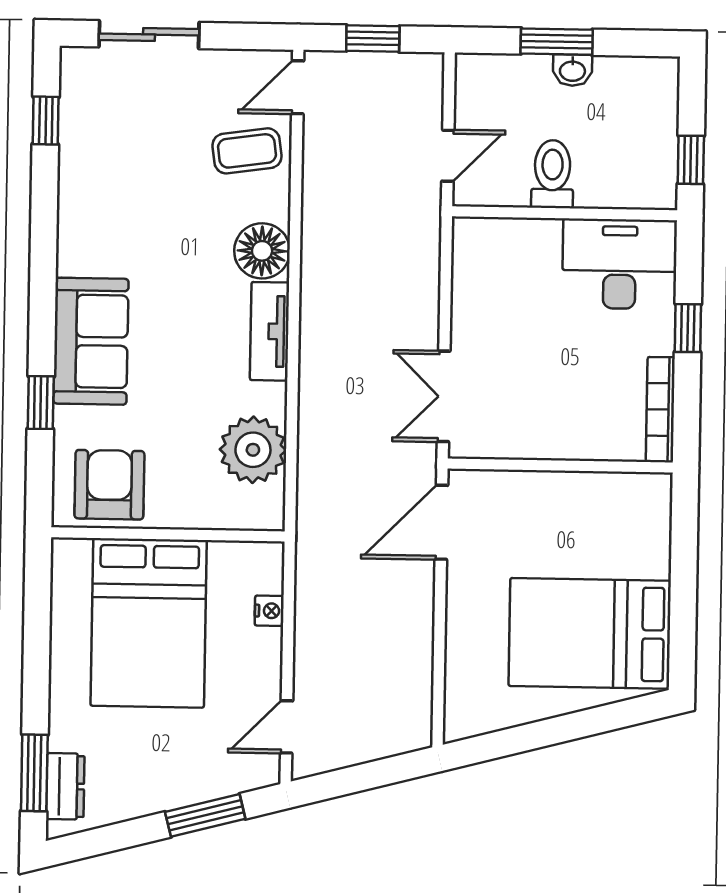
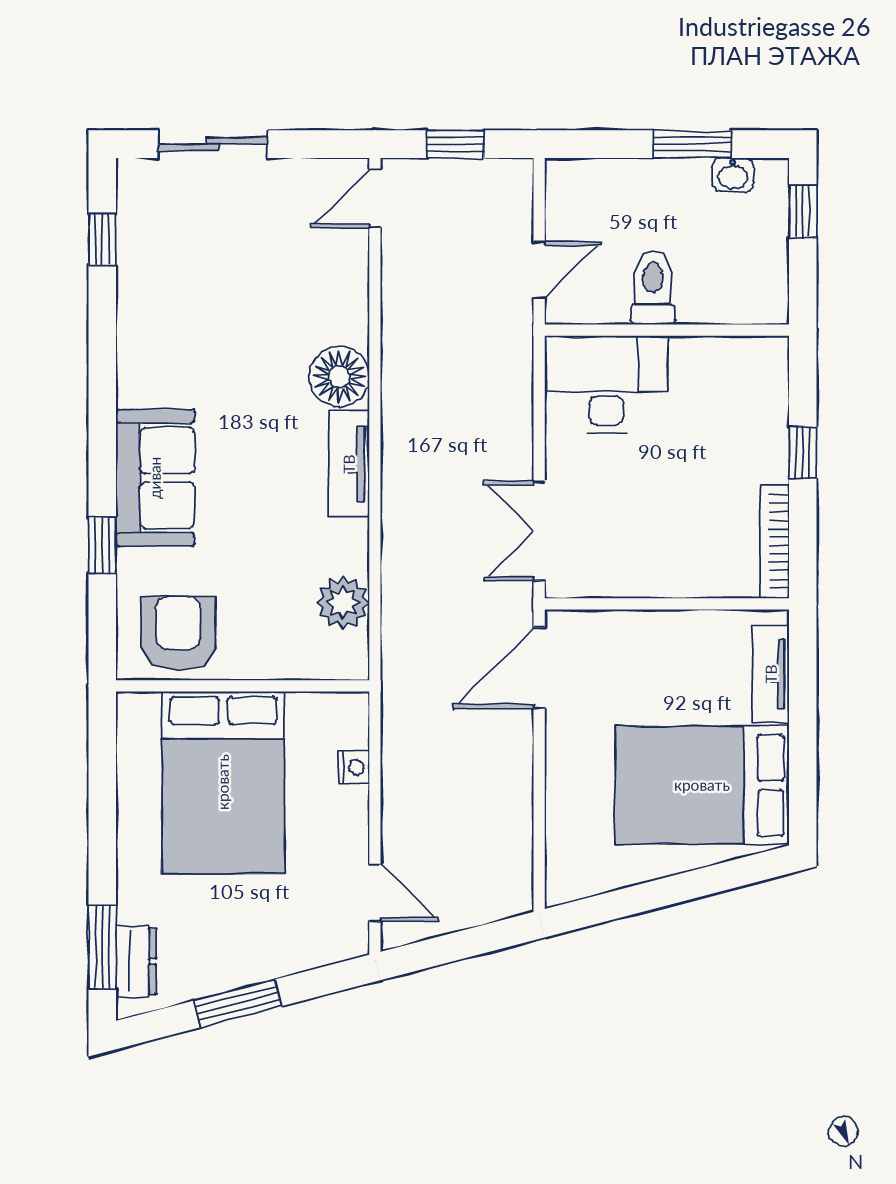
window: (557, 42) -> (692, 144), moved
washbasin: (572, 70) -> (733, 175), moved
coffee table: (247, 151) -> (321, 268), removed
window: (691, 160) -> (803, 211), moved
desk: (620, 264) -> (606, 384), moved
plant: (253, 450) -> (343, 602), width x0.73, depth x0.73
tv unit: (655, 532) -> (771, 674), added
door: (287, 727) -> (375, 893), swing flipped
window: (205, 815) -> (238, 1003), moved

